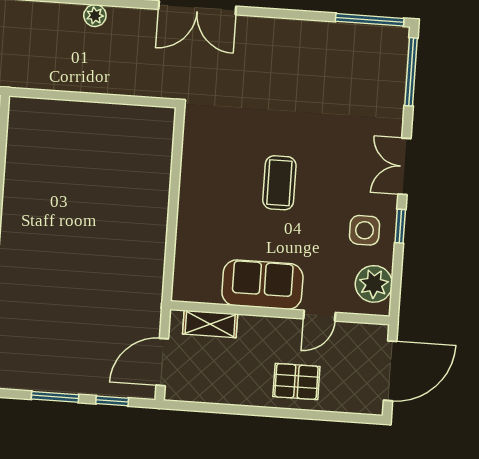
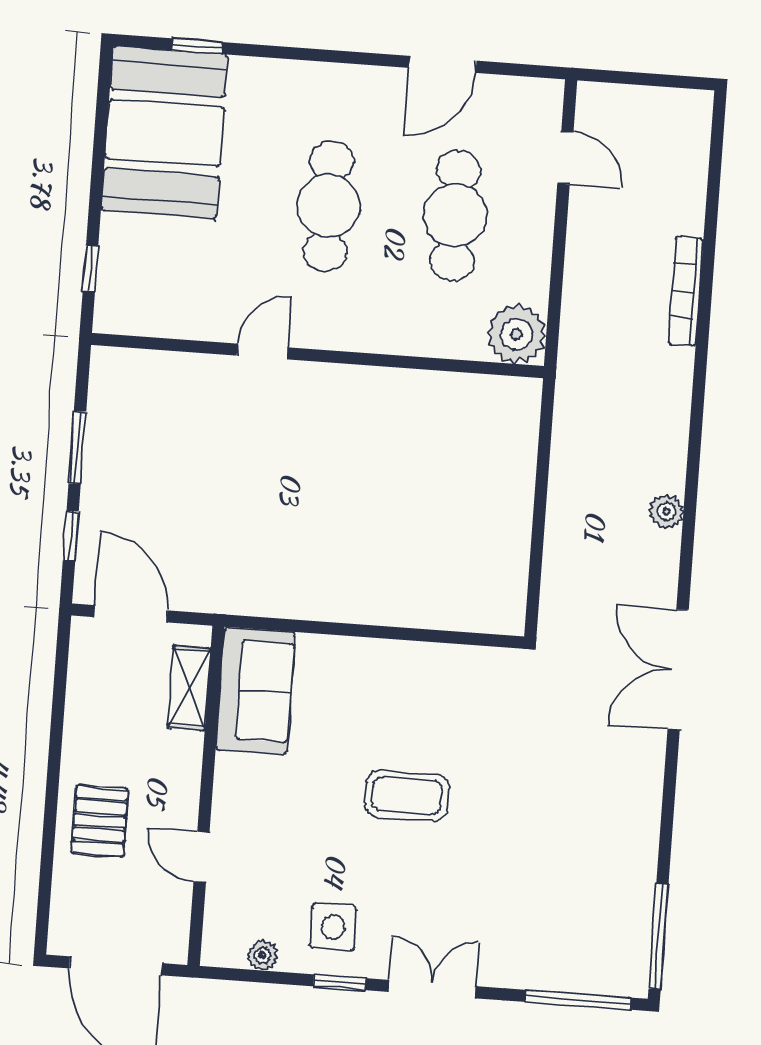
plant: (374, 284) -> (262, 955), width x0.53, depth x0.53
sofa: (262, 285) -> (256, 691), moved

